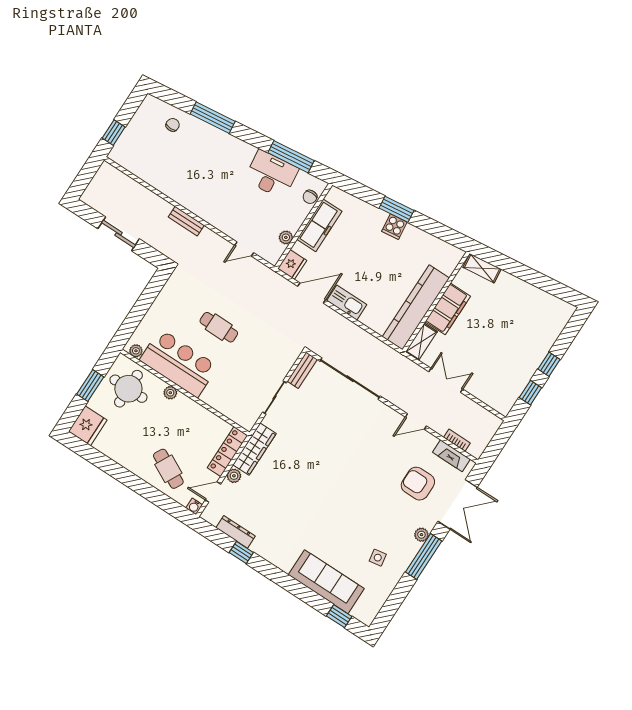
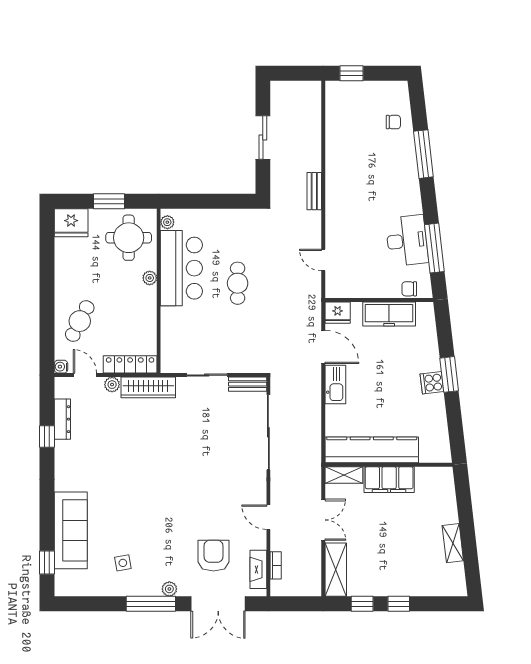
plant: (286, 237) -> (358, 291), removed
shelving: (482, 268) -> (453, 543), moved
shelving: (491, 396) -> (336, 570), added

